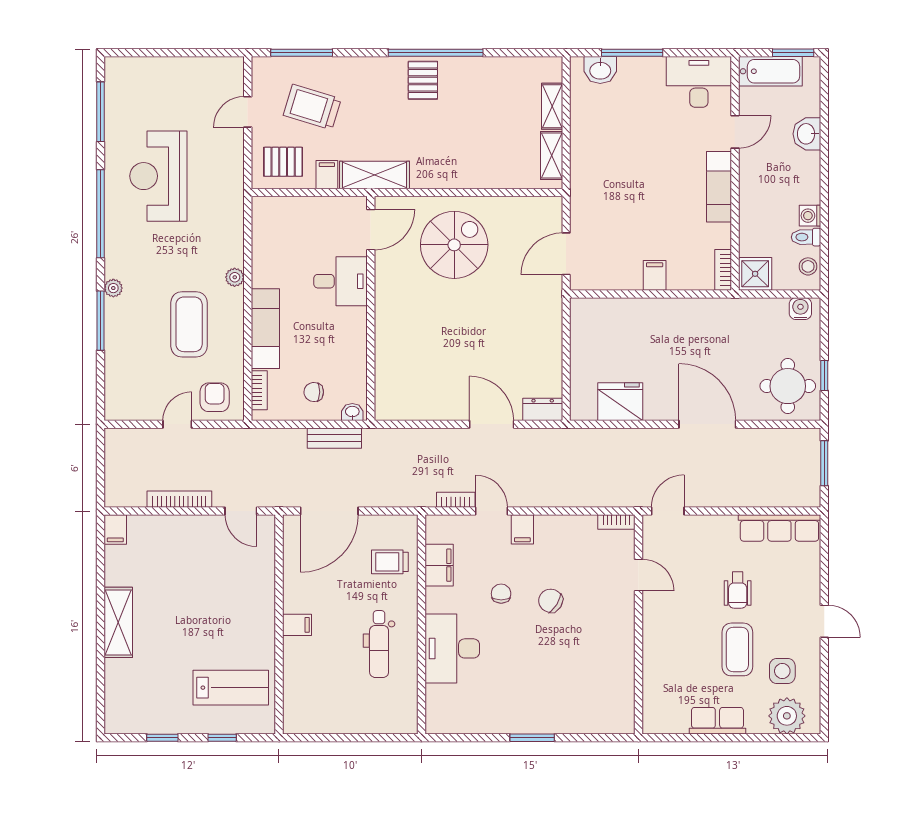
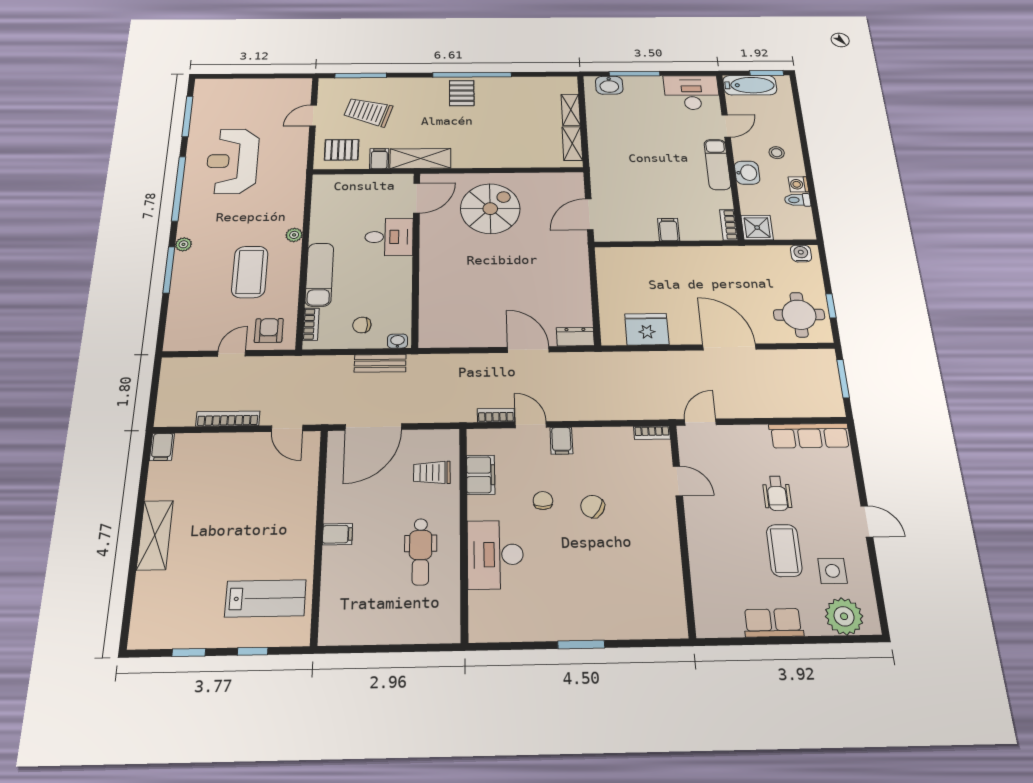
washbasin: (807, 134) -> (747, 173), moved, turned 180
stool: (808, 266) -> (777, 153), moved

